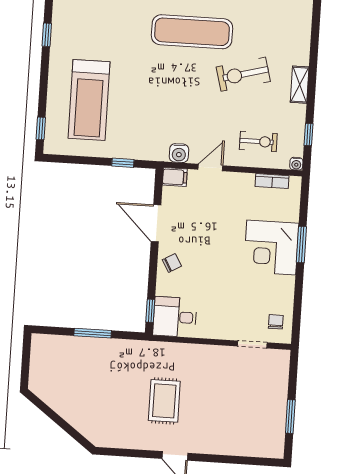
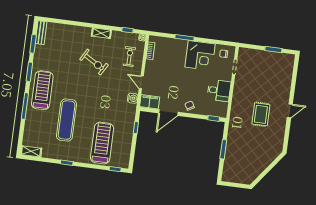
exercise mat: (192, 32) -> (67, 120), moved
exercise bike: (243, 74) -> (94, 62), turned -45
treadmill: (89, 100) -> (102, 143), turned -90
filing cabinet: (175, 177) -> (150, 102), width x2.00
corner desk: (271, 247) -> (200, 55), moved
desk: (175, 317) -> (219, 90), moved, turned -90
rug: (164, 401) -> (261, 114), turned 90

